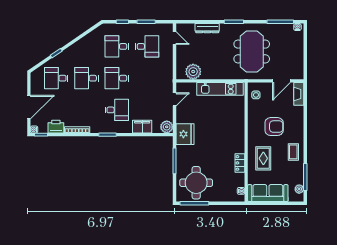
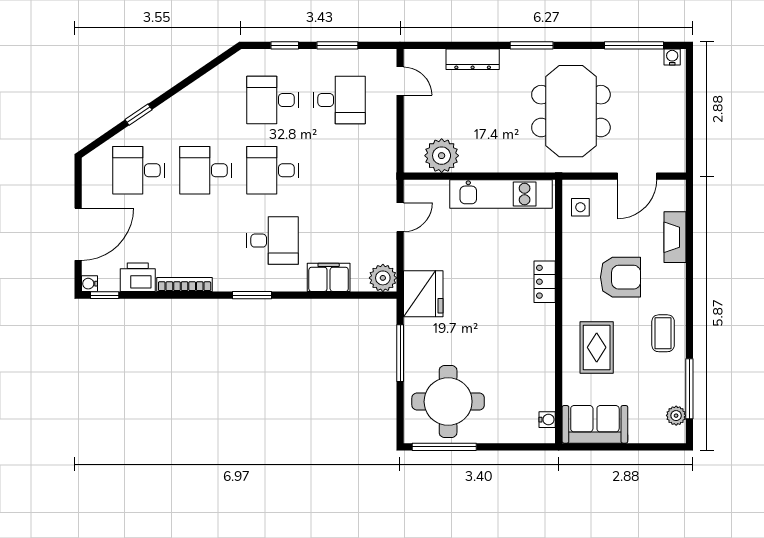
fireplace: (299, 94) -> (675, 237), moved
locker: (240, 163) -> (545, 282), moved
sofa: (268, 193) -> (595, 424), width x0.73

